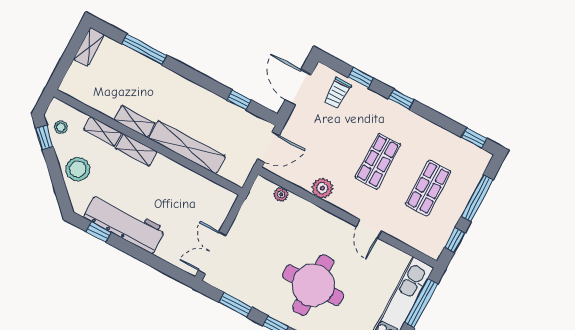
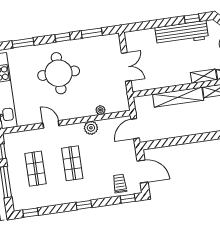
window: (361, 78) -> (128, 199), moved
window: (239, 100) -> (169, 142), removed
plant: (281, 194) -> (100, 110), moved
double door: (212, 253) -> (126, 67), moved

